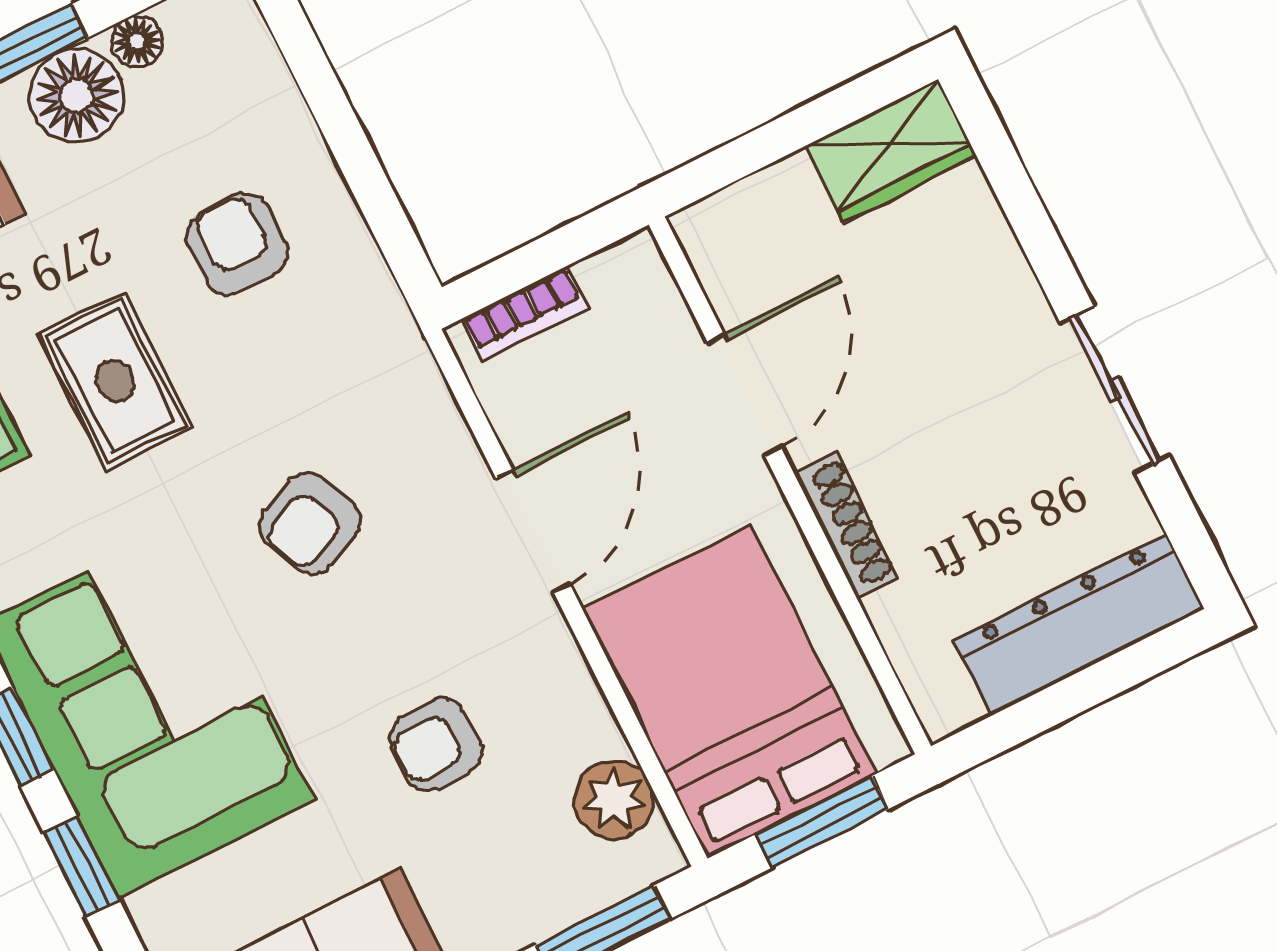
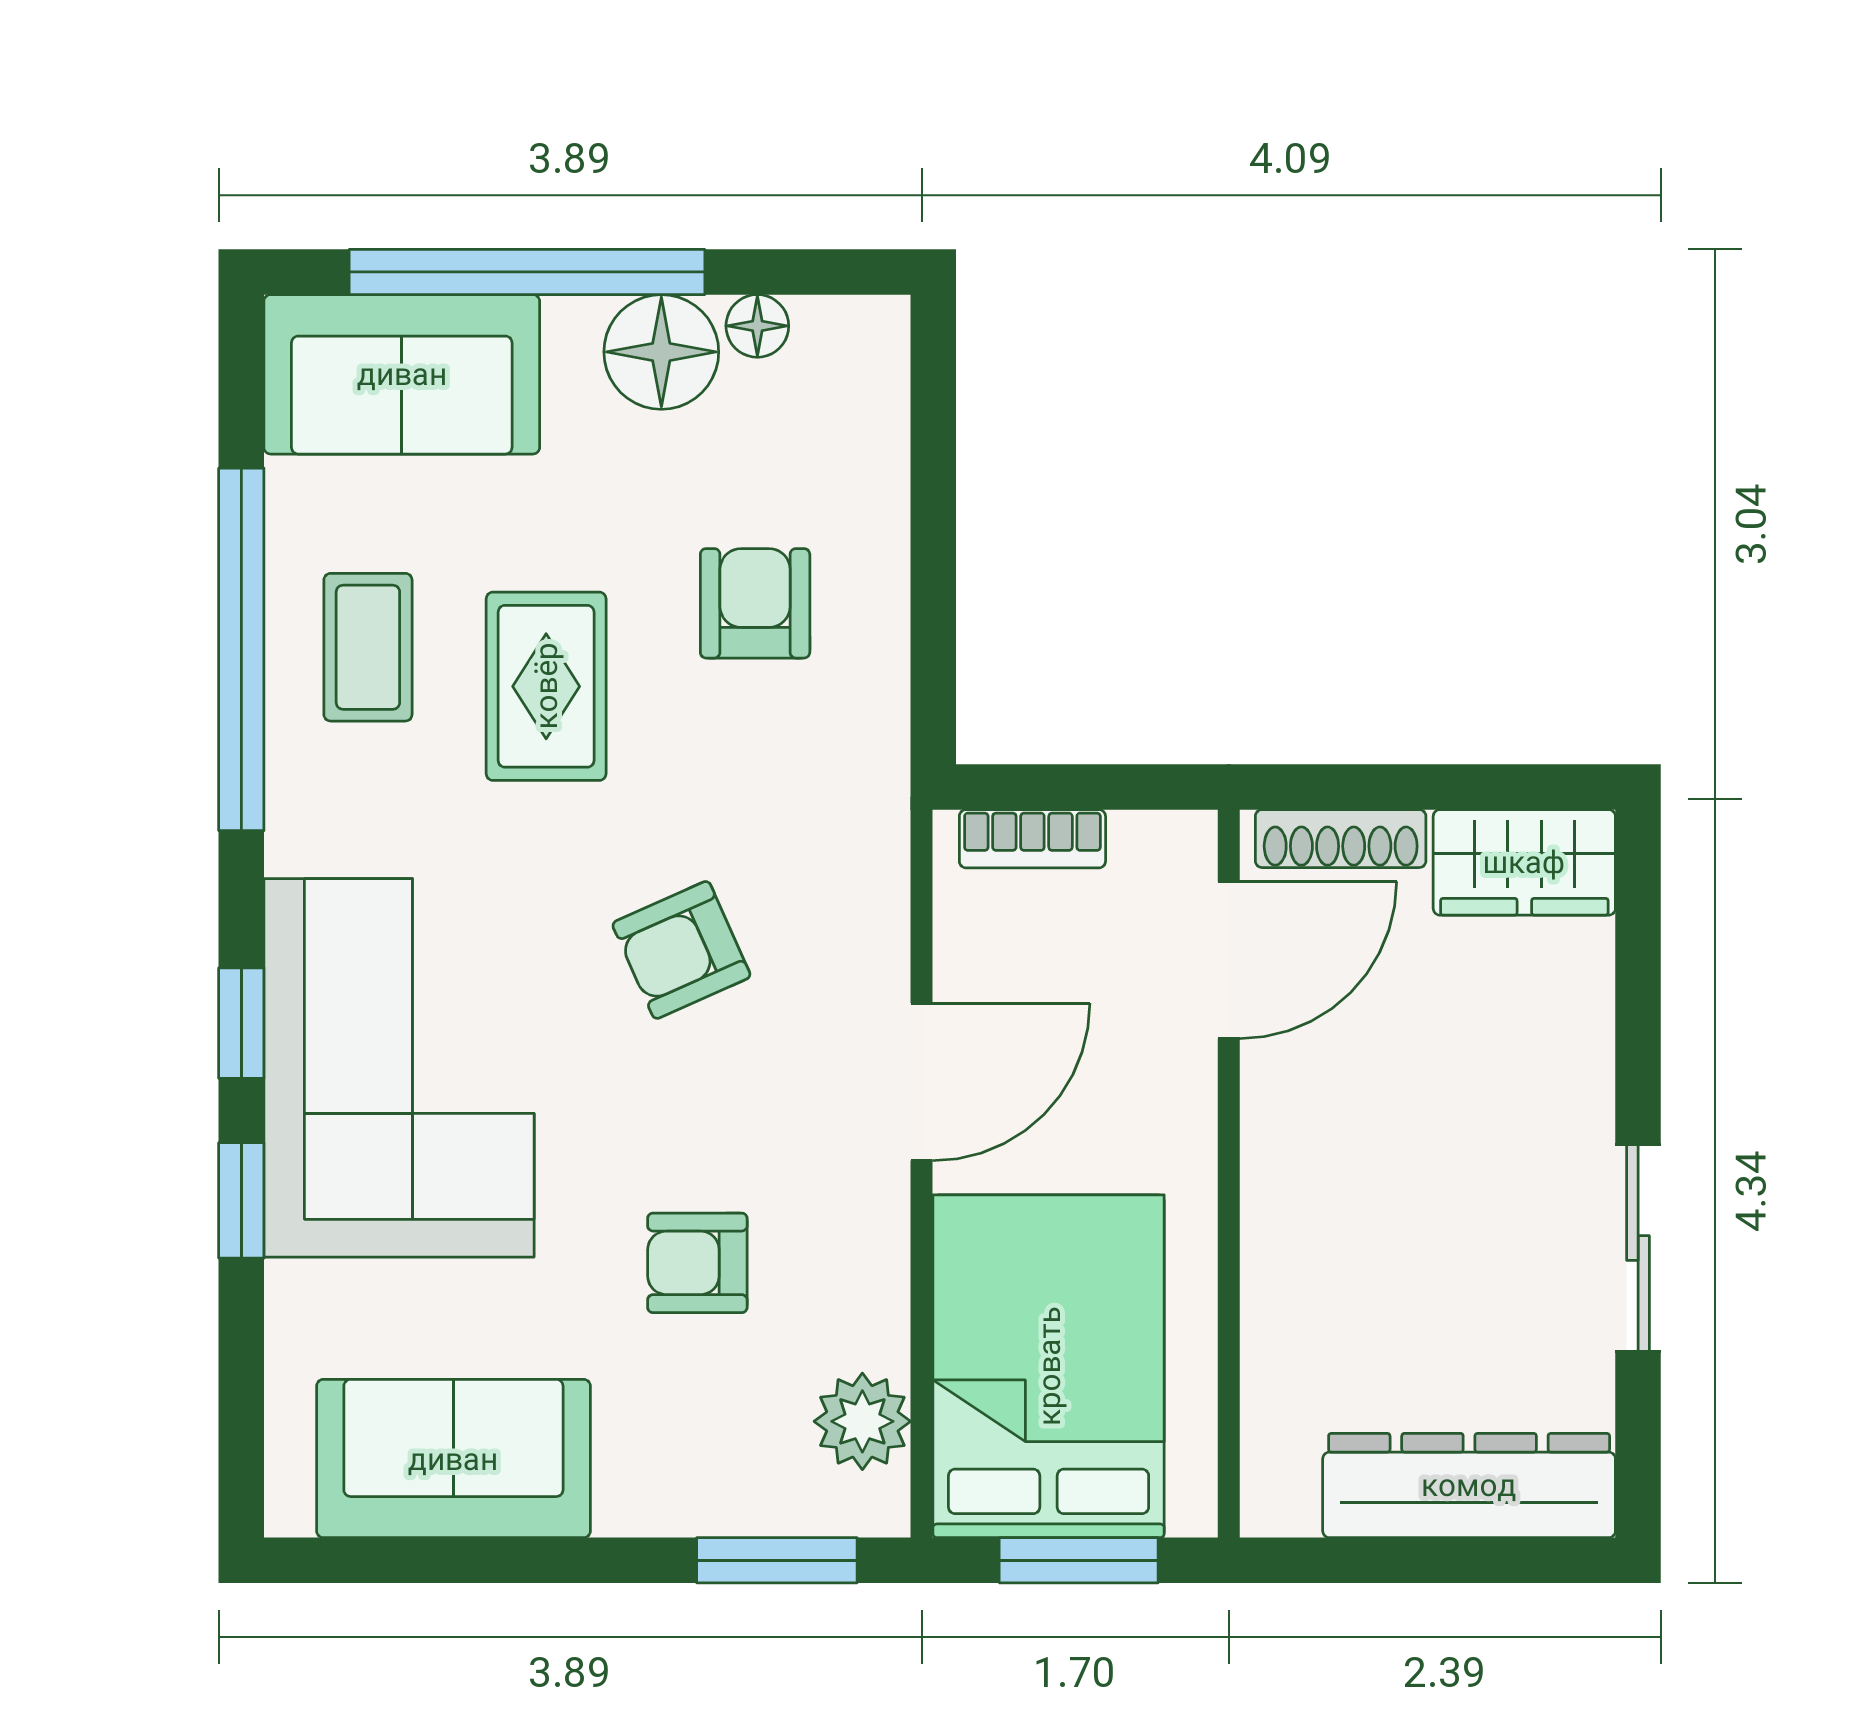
door: (744, 395) -> (1229, 960), moved
shoe rack: (847, 526) -> (1341, 839), moved, turned 90

